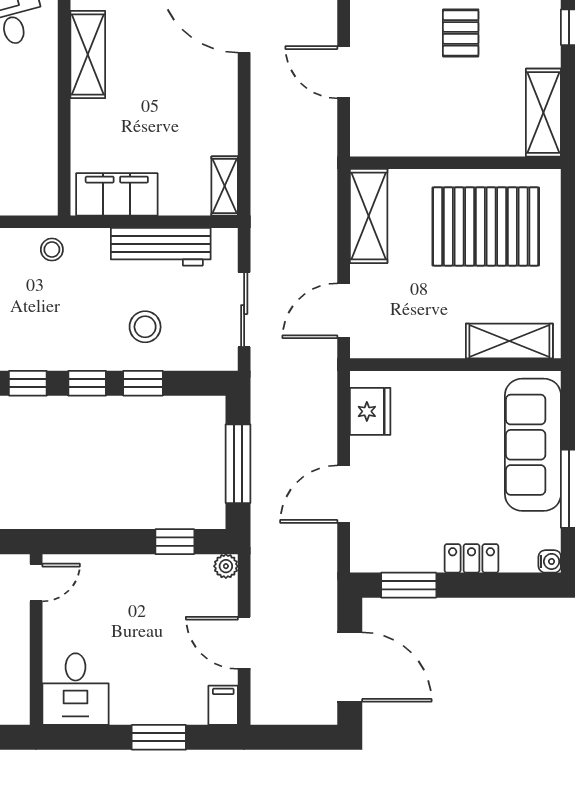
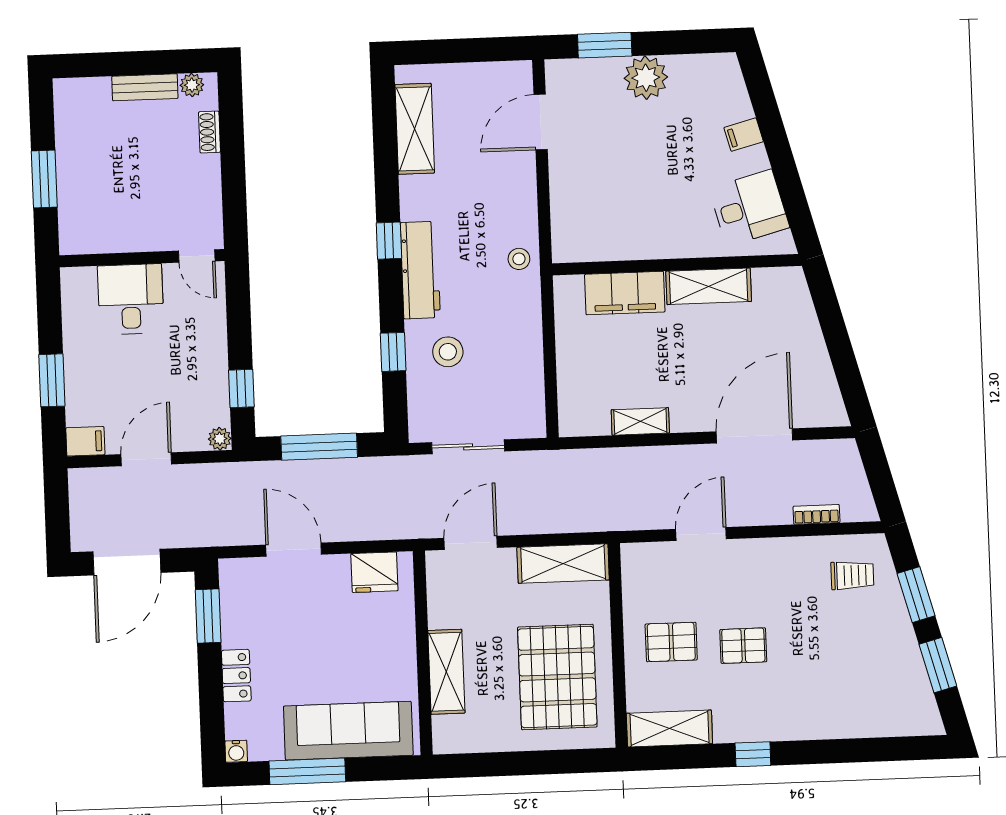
pallet: (454, 107) -> (671, 642), added
shelving: (225, 186) -> (640, 421), moved
filing cabinet: (117, 194) -> (625, 293), moved, turned 90
workbench: (161, 247) -> (420, 270), moved, turned 180
door: (344, 311) -> (471, 543), hinge flipped
shelving: (509, 341) -> (446, 672), moved
window: (87, 383) -> (391, 298), removed
desk: (75, 689) -> (131, 299), moved, turned 90

